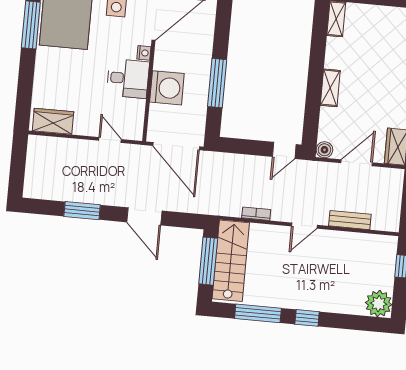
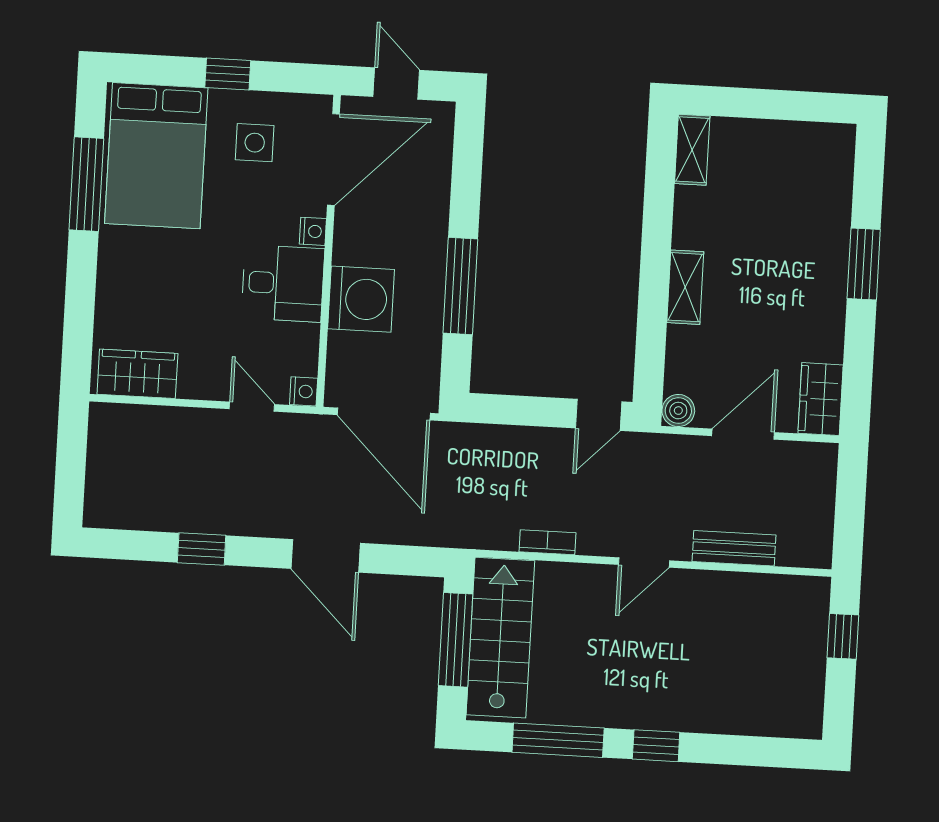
nightstand: (136, 133) -> (304, 391), added
window: (82, 211) -> (202, 549), width x0.67
plant: (379, 304) -> (797, 712), removed

